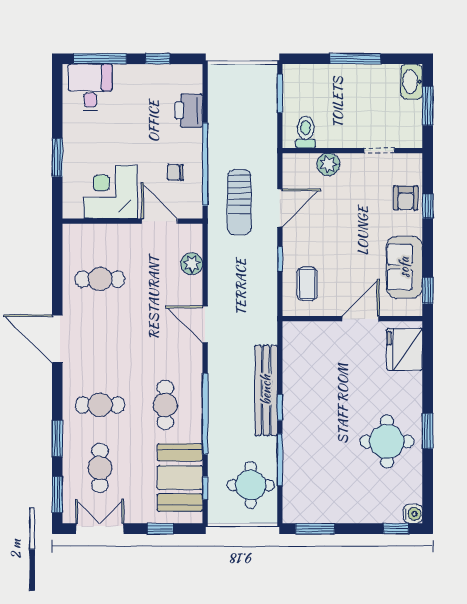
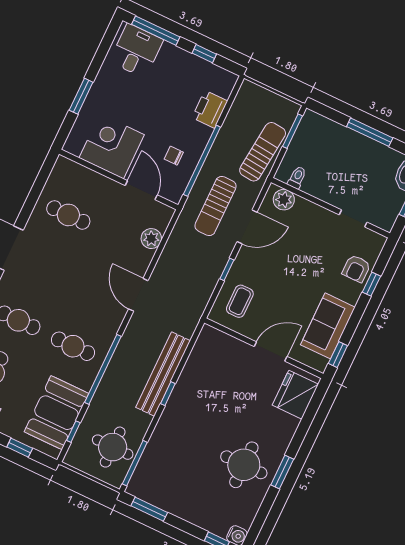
sun lounger: (260, 127) -> (263, 152), added
toilet: (306, 132) -> (297, 177), width x0.73, depth x0.72
plant: (328, 164) -> (284, 200), moved
cafe table: (165, 405) -> (73, 346), turned 90
window: (280, 460) -> (135, 463), moved

